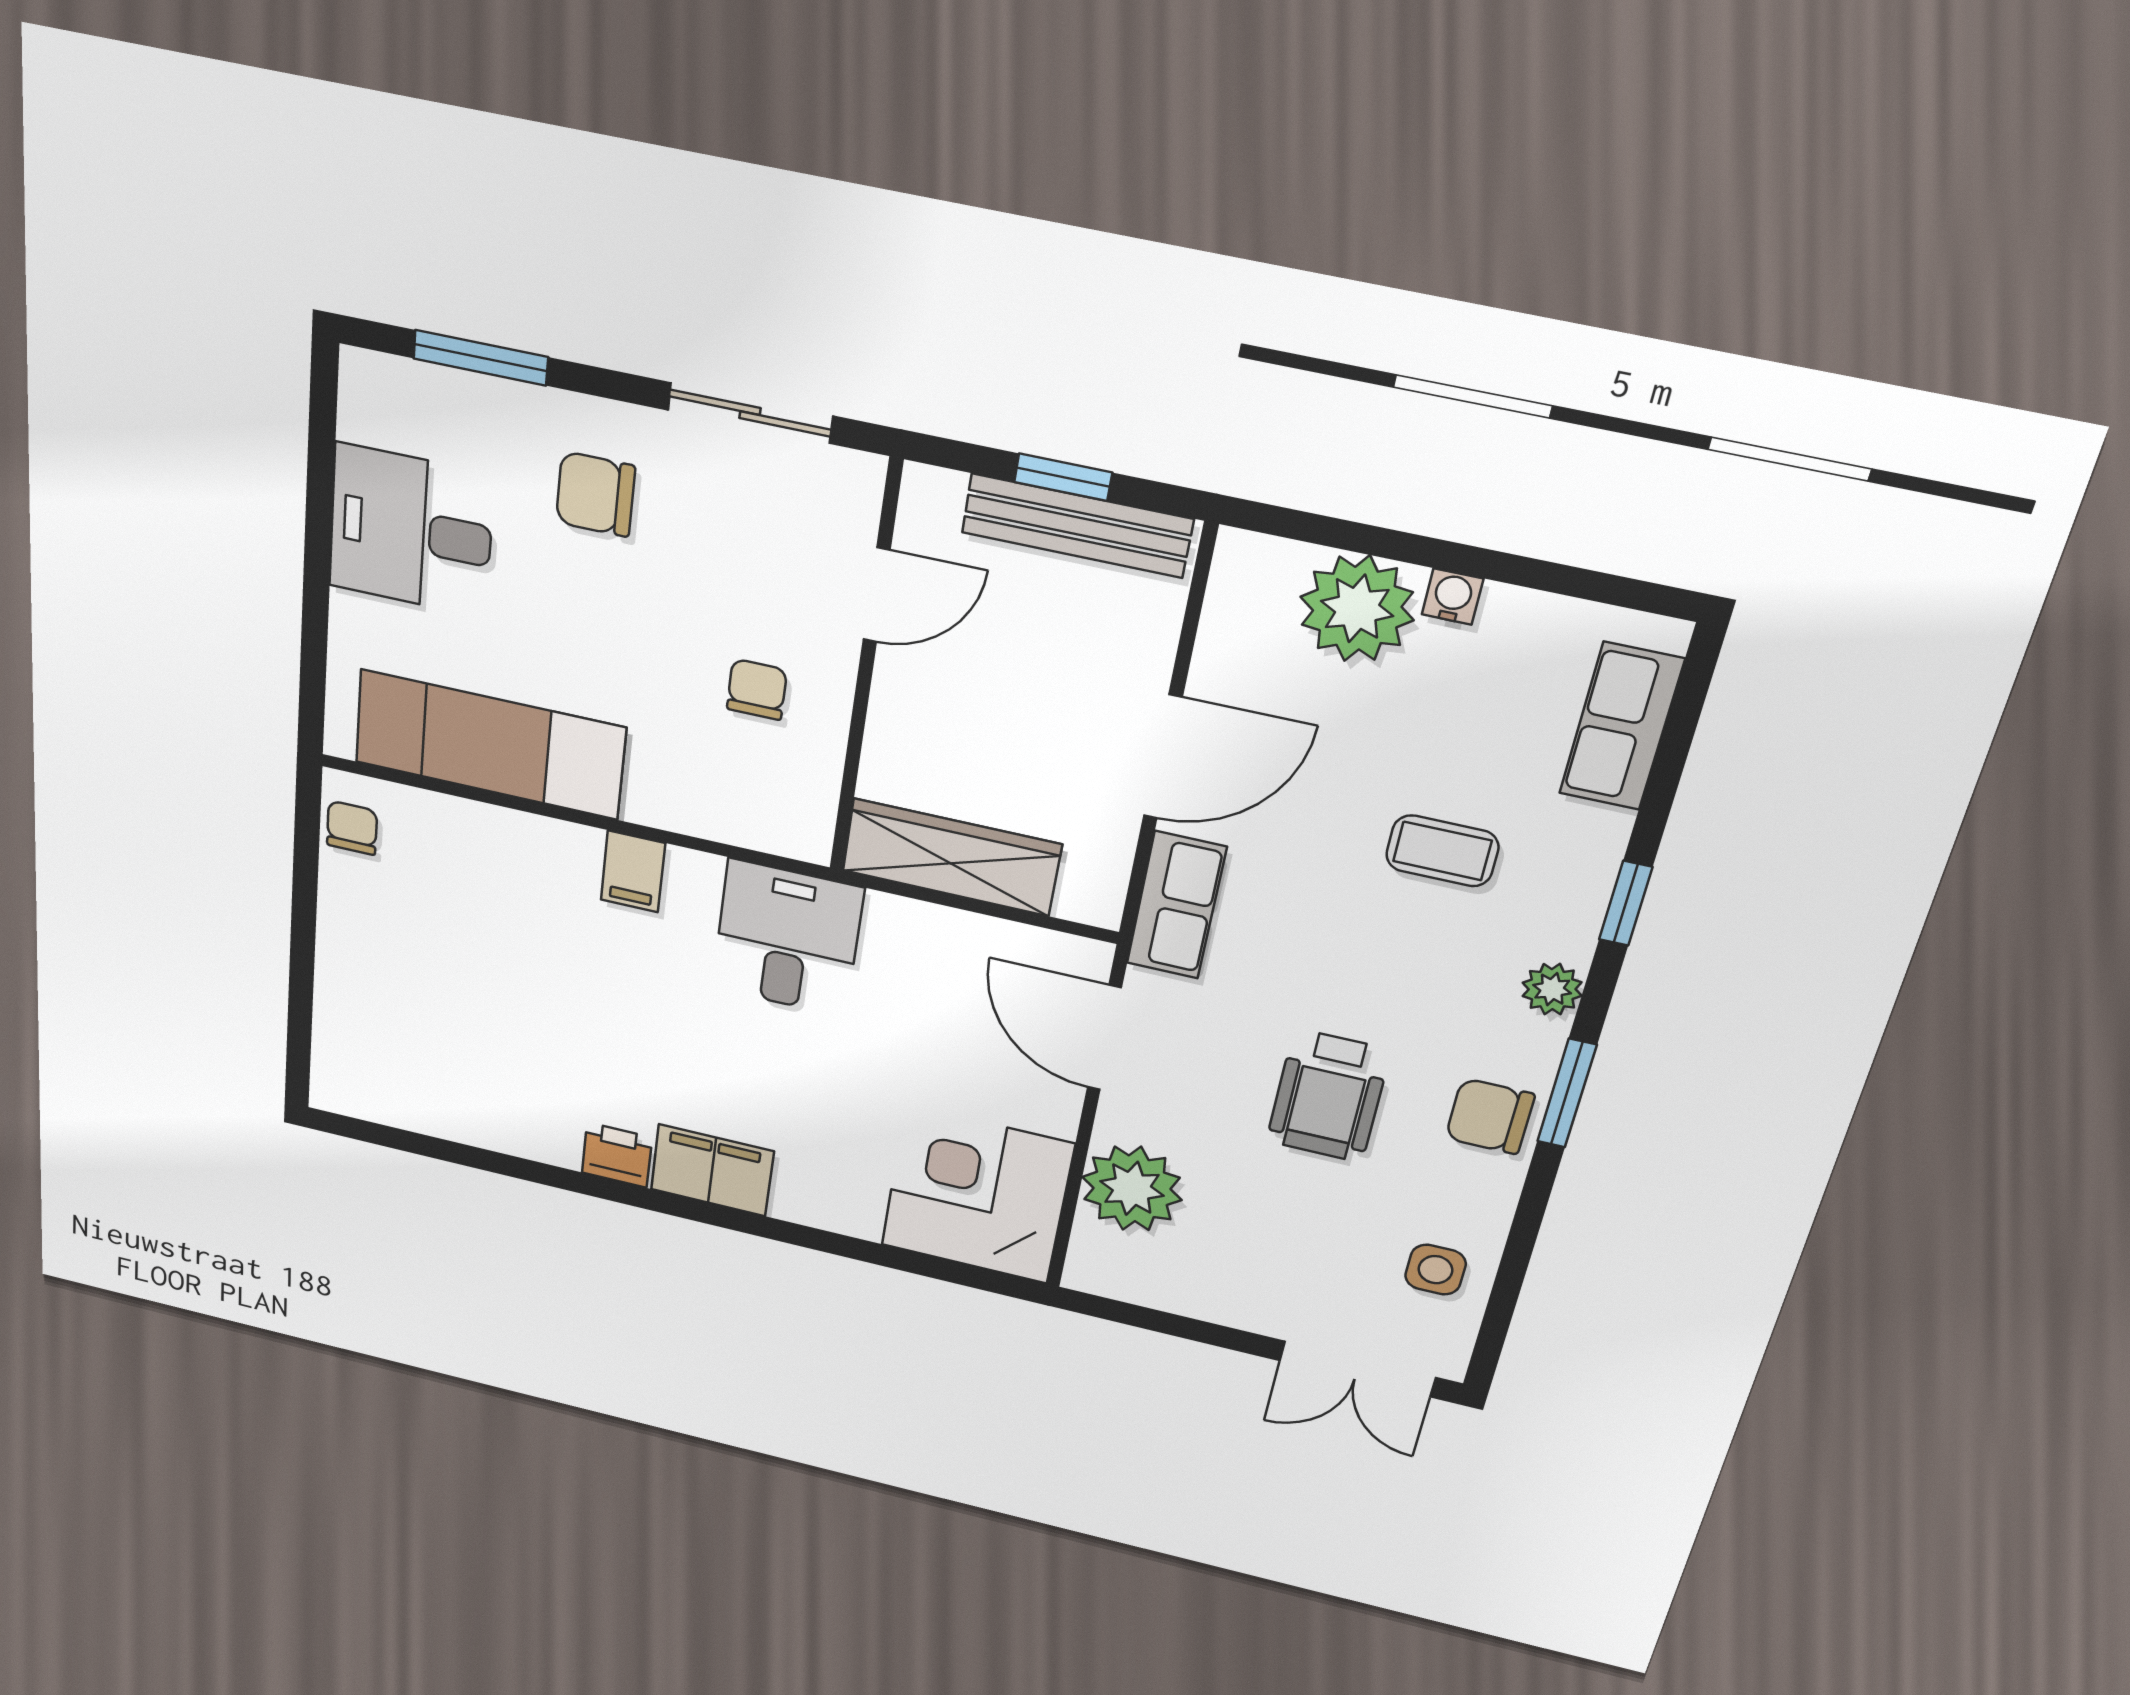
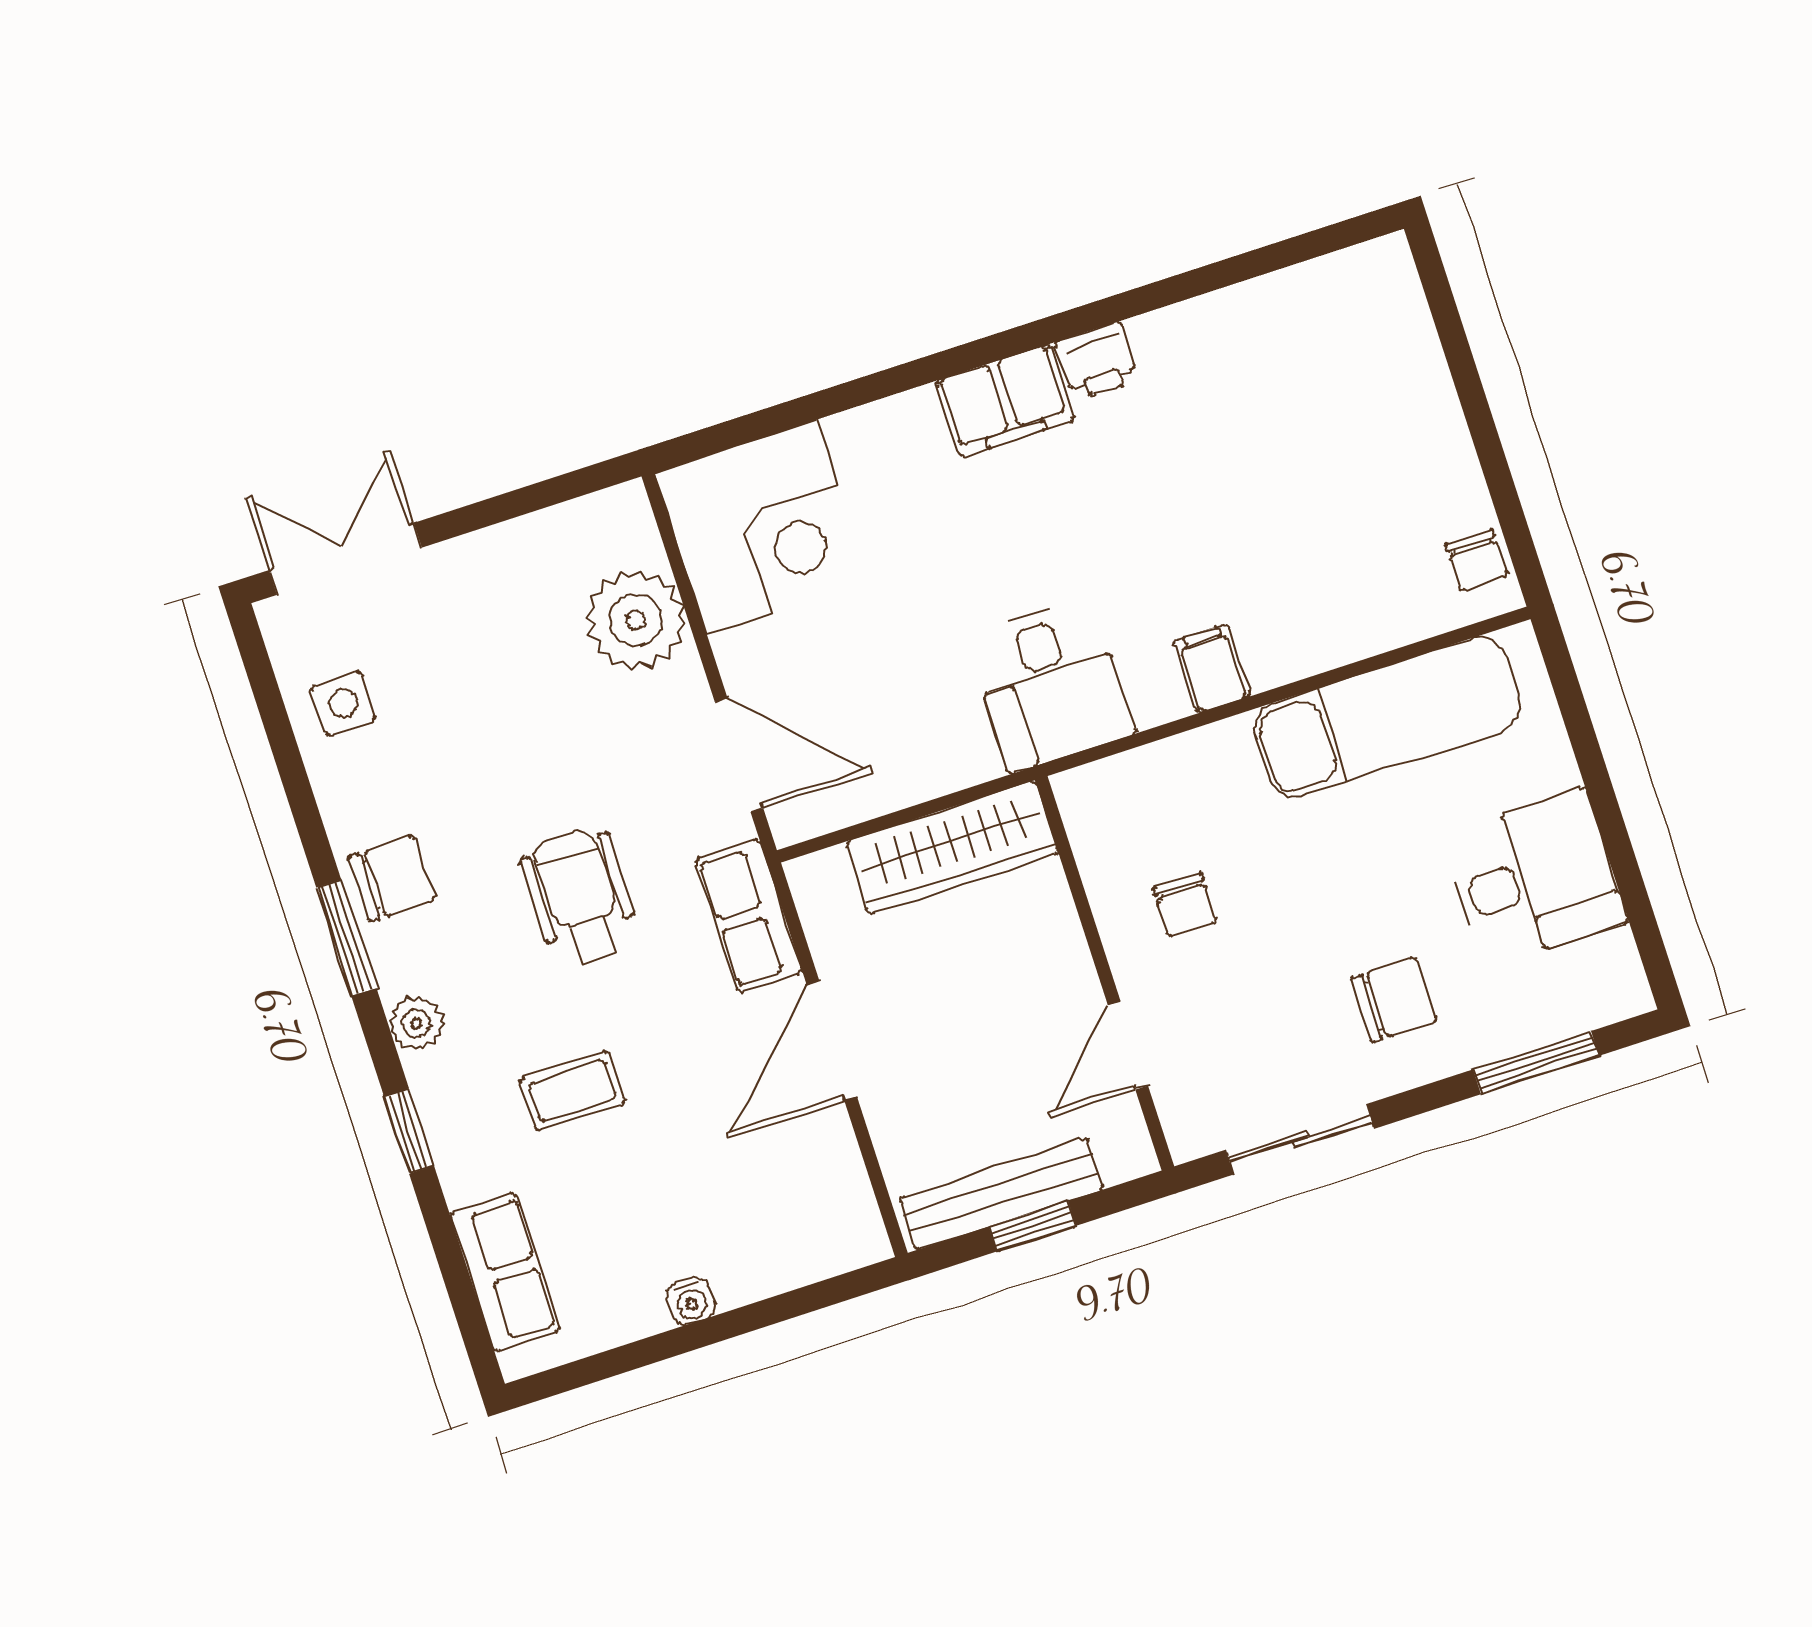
plant: (1357, 609) -> (755, 1250), removed
wheelchair: (1328, 1096) -> (580, 897), moved

